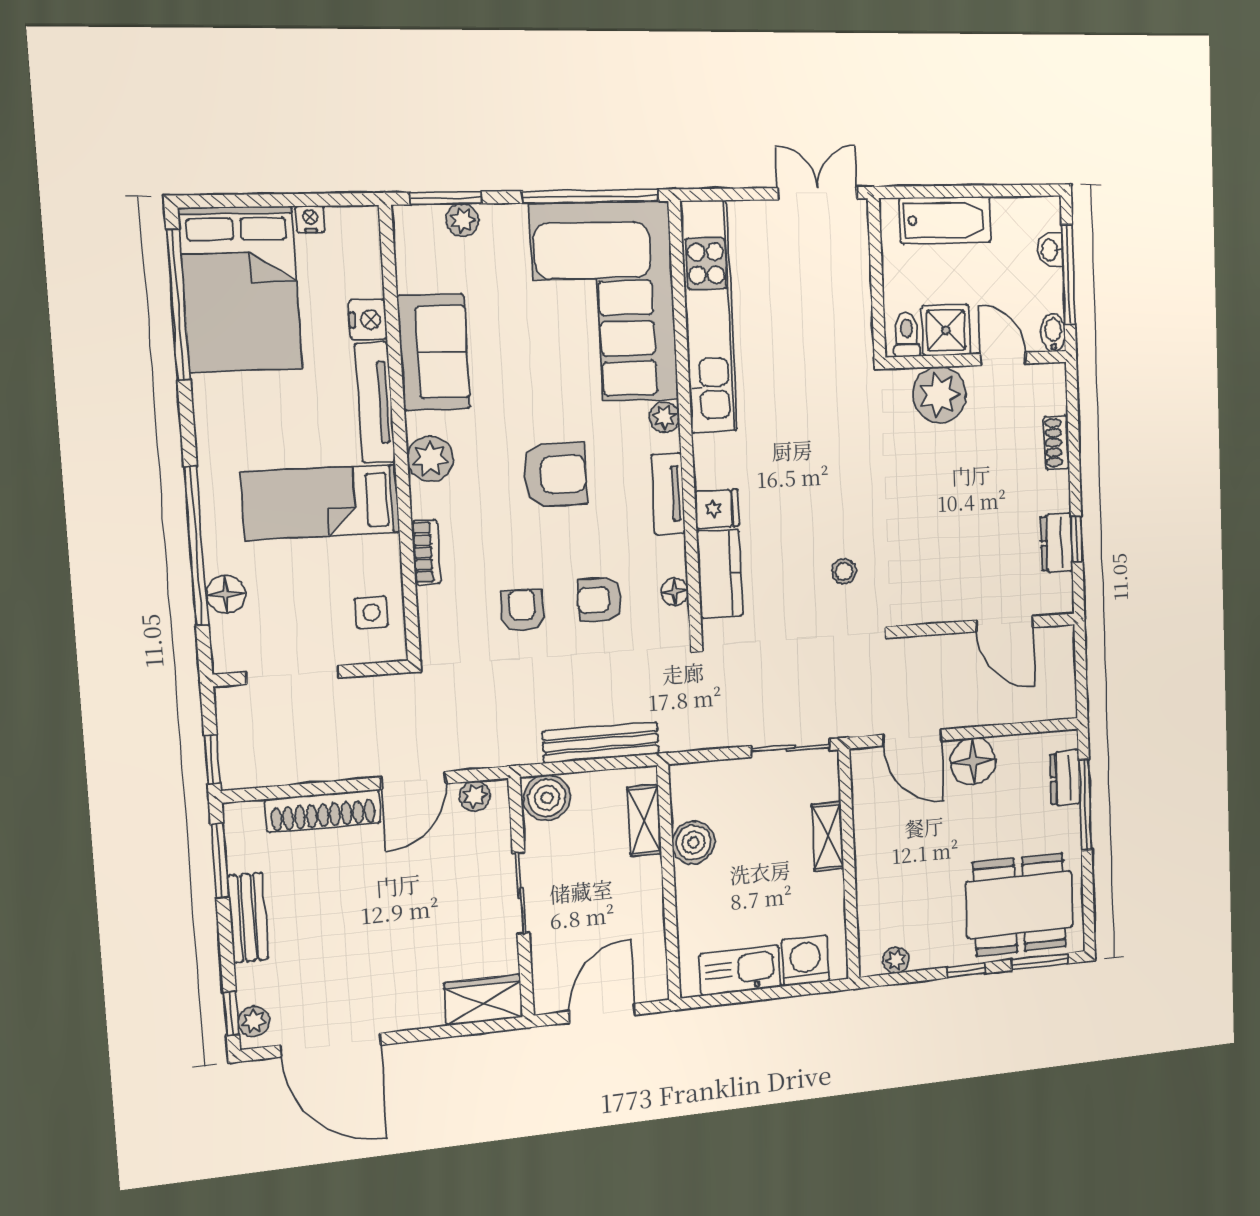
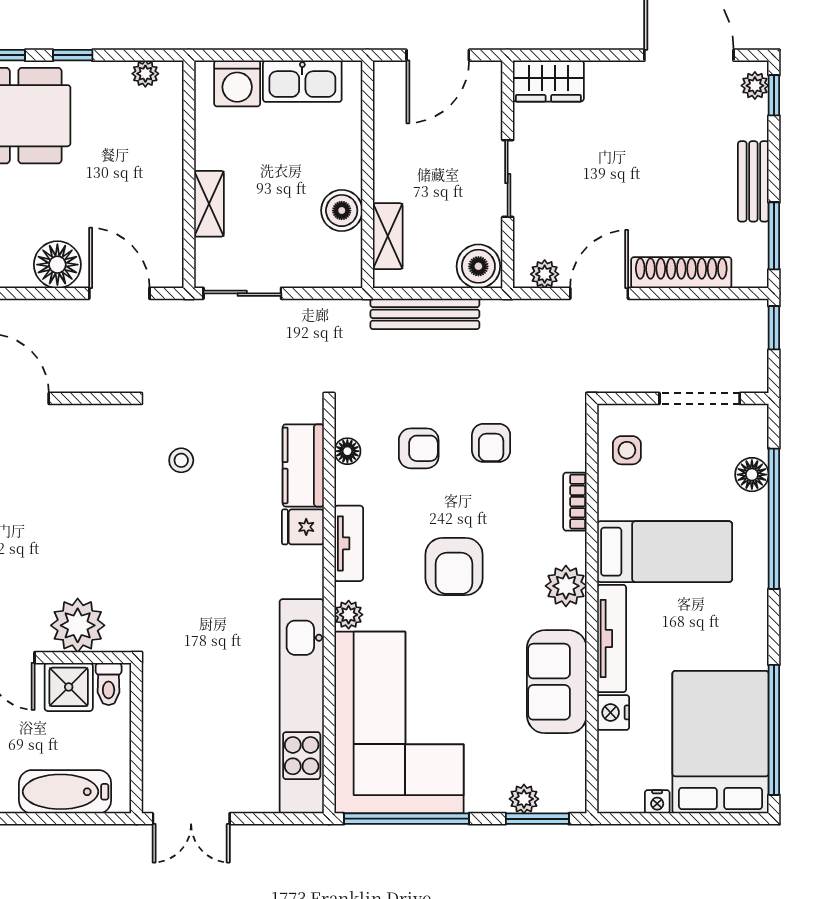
armchair: (555, 474) -> (454, 566), turned -90

